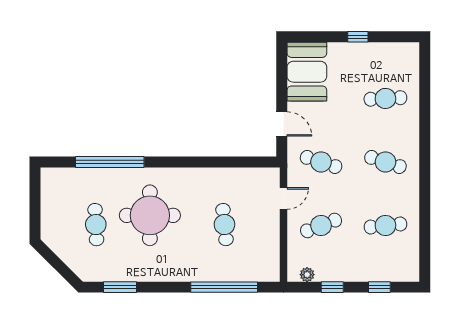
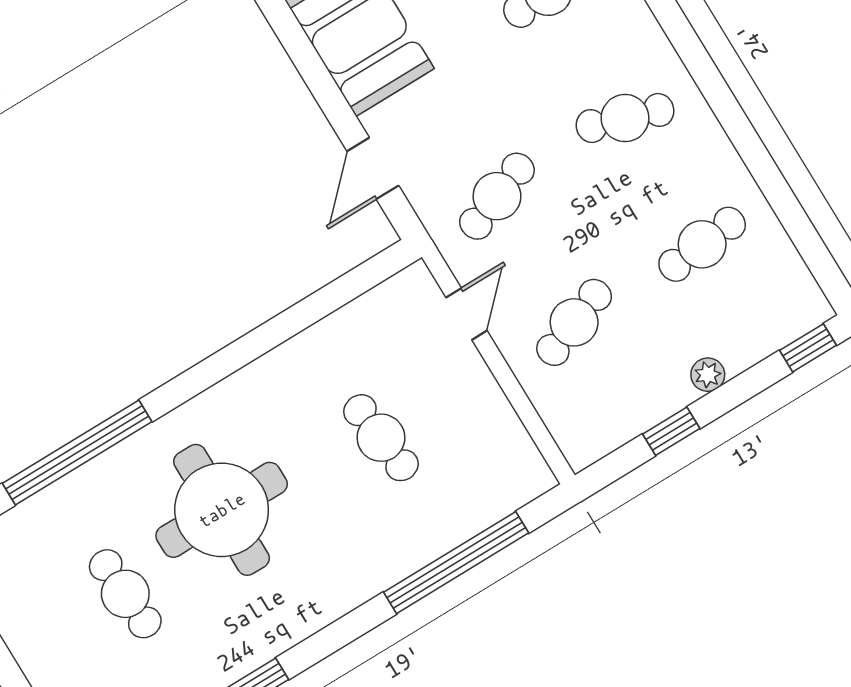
door: (282, 124) -> (373, 168), swing flipped
cafe table: (321, 162) -> (497, 196), turned -39
plant: (307, 275) -> (708, 375), moved
window: (379, 287) -> (808, 348), moved

